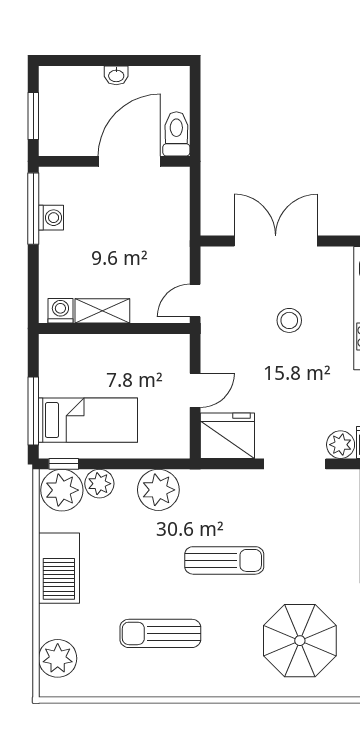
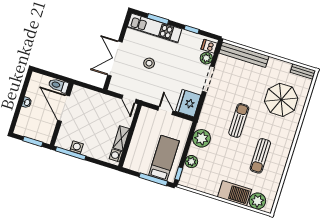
plant: (62, 490) -> (189, 178), removed
barbecue: (59, 568) -> (235, 193), moved

